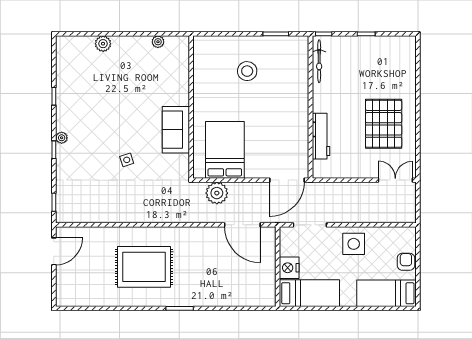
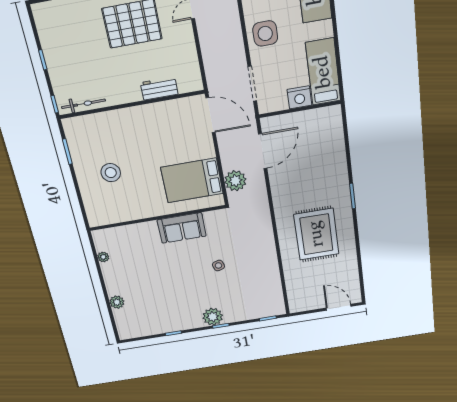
workbench: (321, 136) -> (159, 88), width x0.73
plant: (62, 138) -> (213, 317), width x1.87, depth x1.87
door: (54, 251) -> (339, 307), moved

